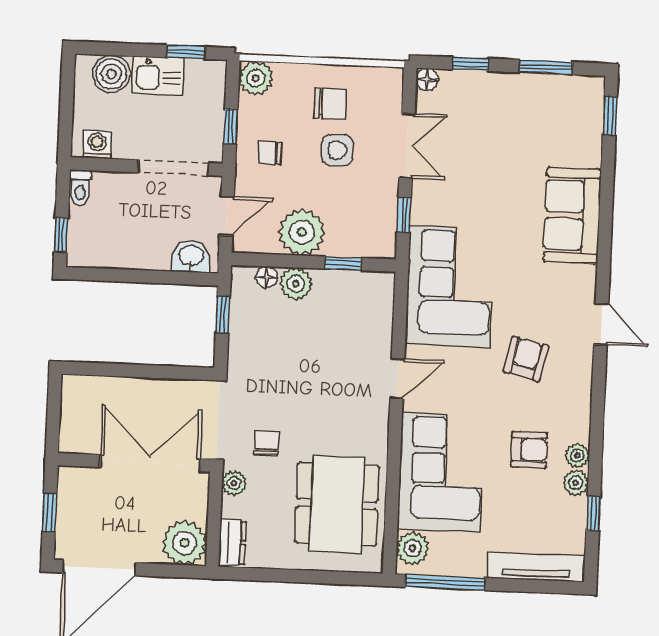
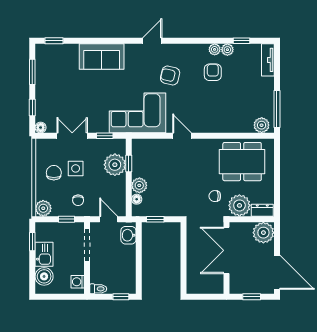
plant: (302, 232) -> (115, 165), moved
corner sofa: (441, 472) -> (225, 113), removed
plant: (234, 483) -> (239, 205), width x1.88, depth x1.88
tv unit: (536, 567) -> (268, 60), width x0.71

